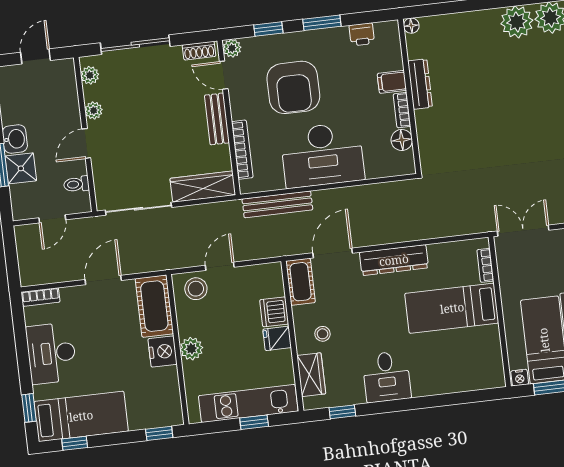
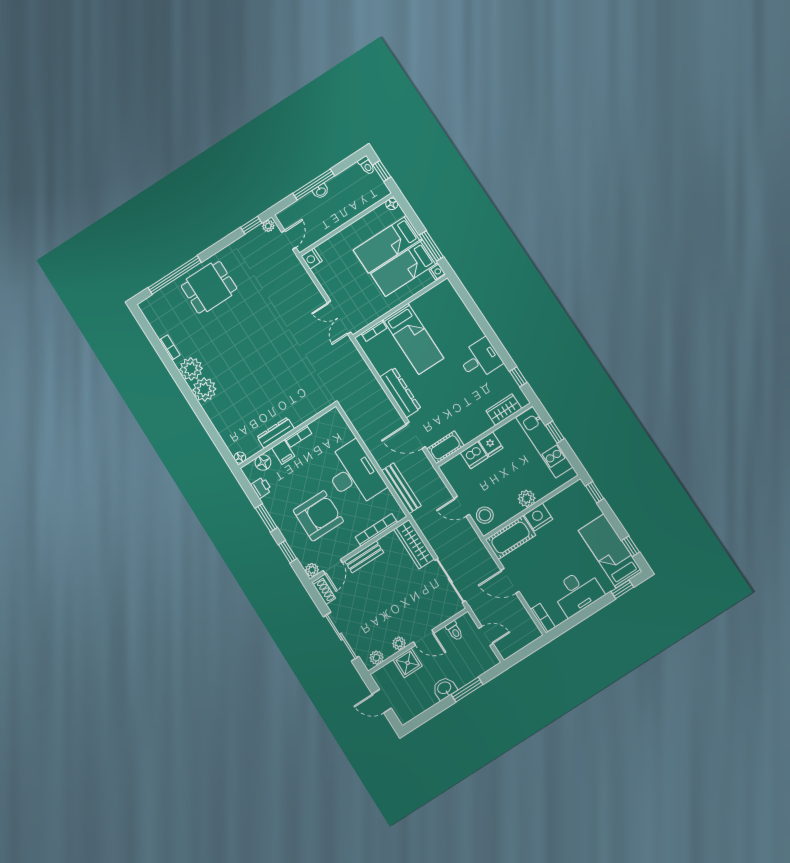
floor lamp: (402, 140) -> (263, 462), moved
shower: (21, 168) -> (408, 663), moved
stool: (322, 334) -> (473, 416), removed

